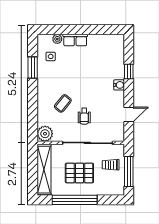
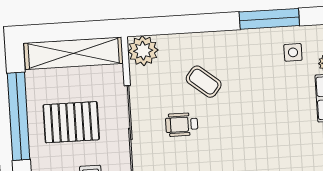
window: (33, 68) -> (269, 19), width x1.44
pallet: (79, 173) -> (71, 122), turned 90

